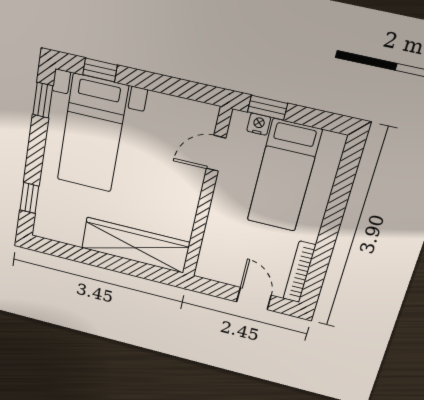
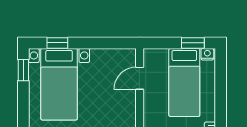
window: (267, 108) -> (193, 43), moved
nightstand: (259, 124) -> (207, 54), moved

